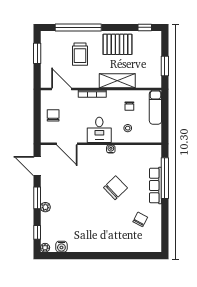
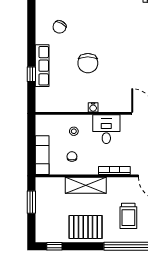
trolley: (80, 54) -> (128, 216), turned 180
window: (165, 178) -> (31, 74), width x0.32
chair: (115, 188) -> (88, 63), turned -46

